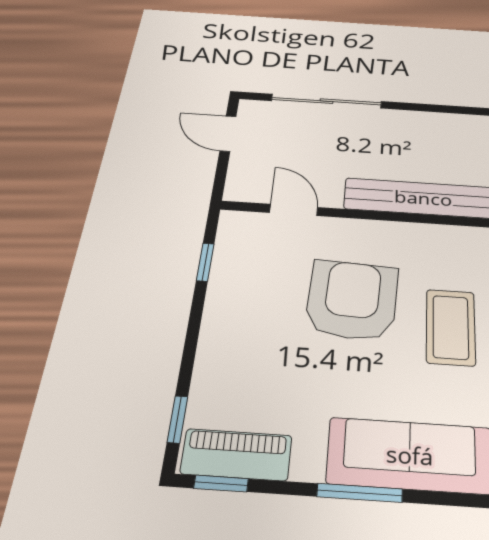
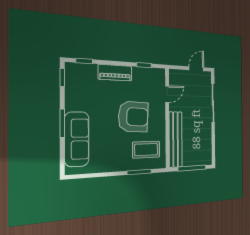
coffee table: (451, 327) -> (146, 150), moved
piano: (236, 455) -> (115, 73), moved, turned 90

